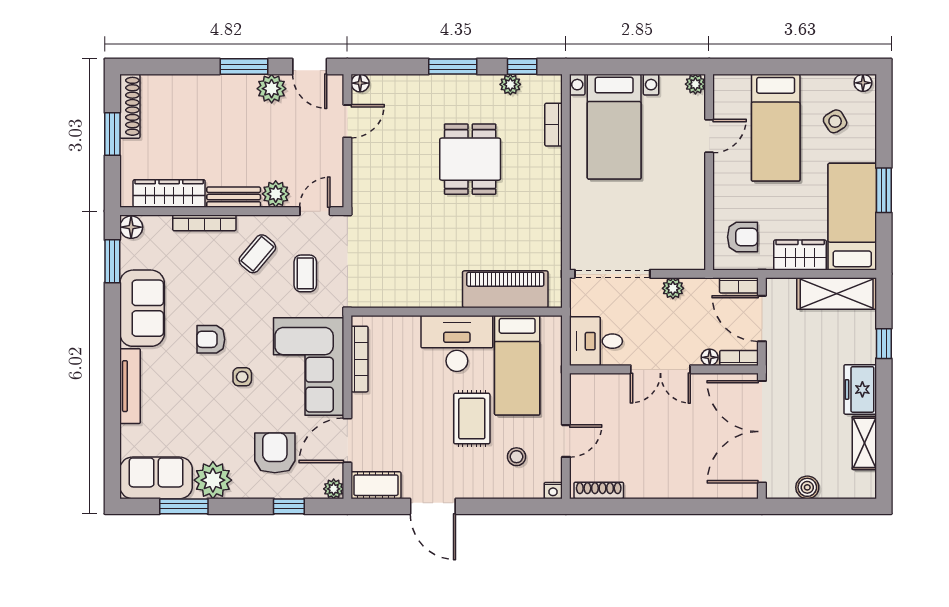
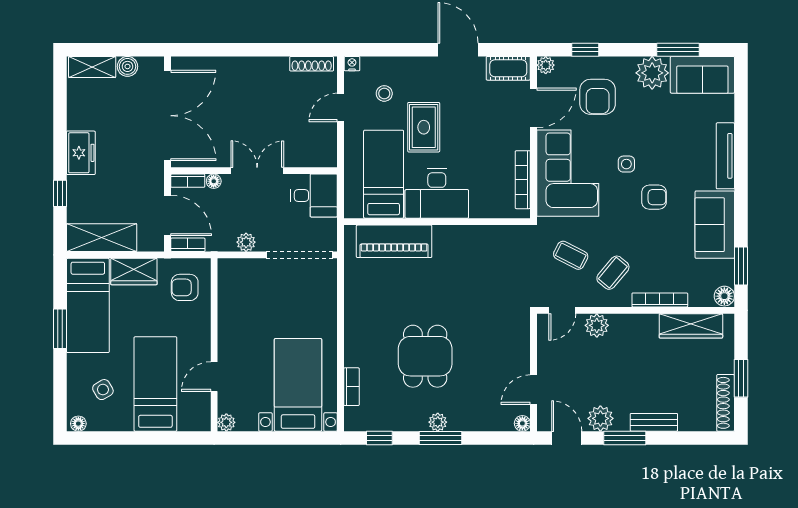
plant: (510, 84) -> (438, 422), moved
bench: (234, 197) -> (654, 422), moved
coffee table: (305, 273) -> (571, 255), turned -63
shelving: (864, 443) -> (92, 67), moved, turned 90

